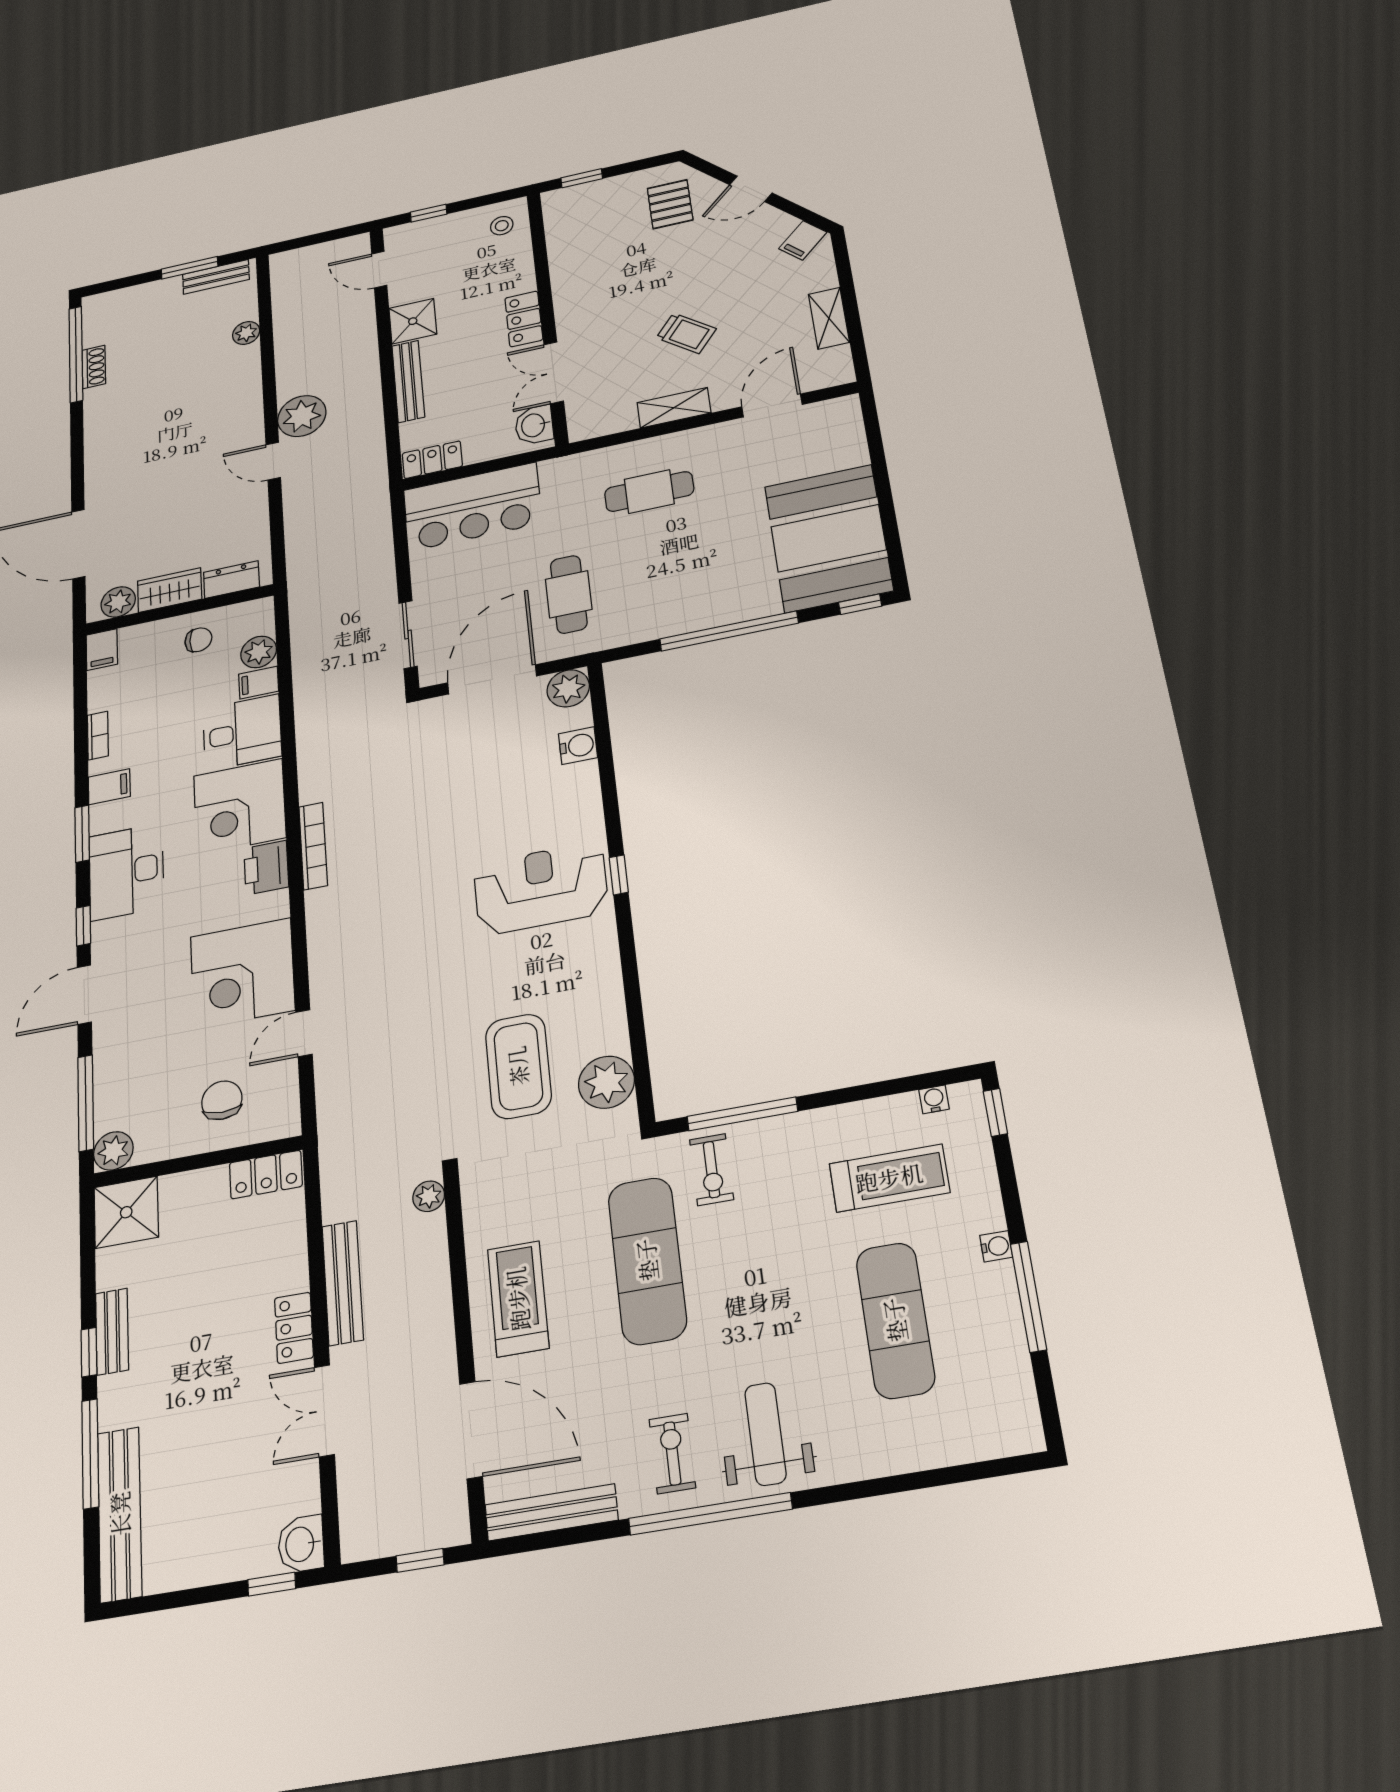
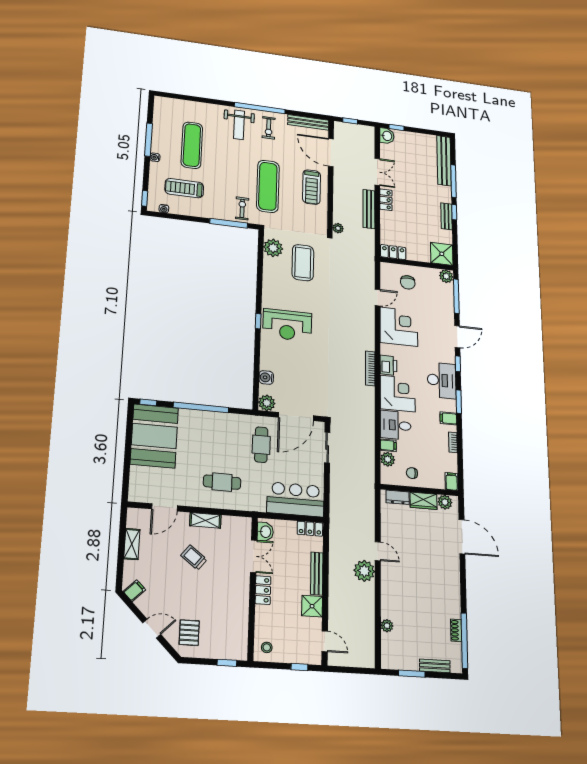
bench: (216, 277) -> (435, 666), moved

